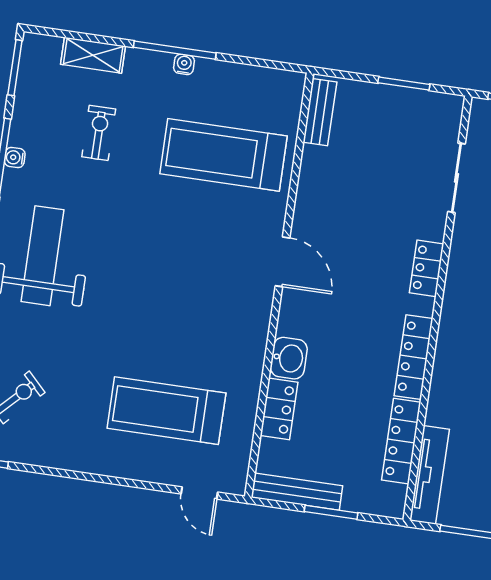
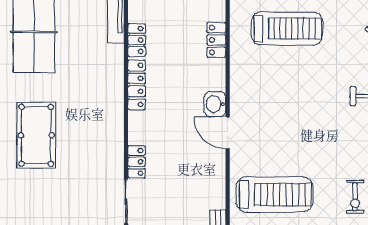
locker: (427, 268) -> (137, 162), moved
washbasin: (289, 358) -> (215, 104), moved
locker: (401, 441) -> (137, 40), width x0.66

